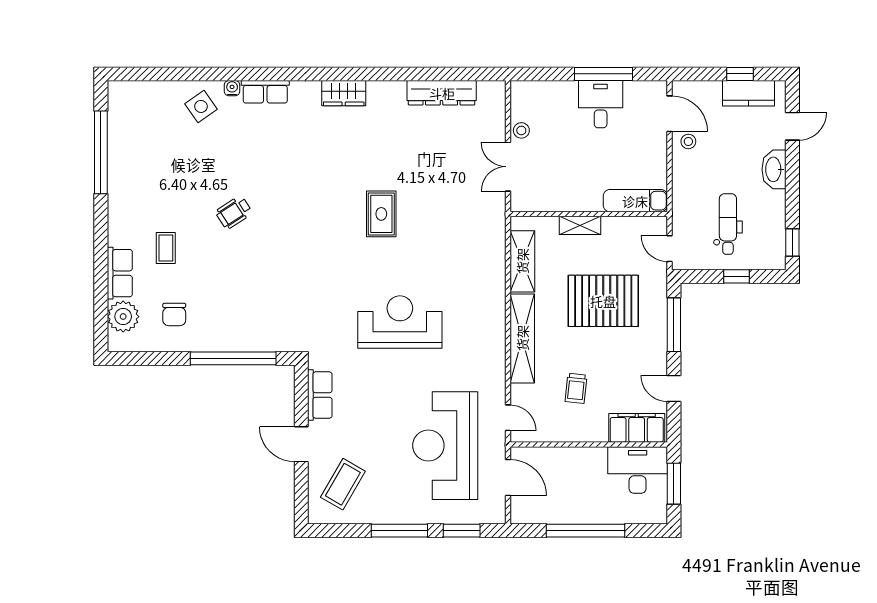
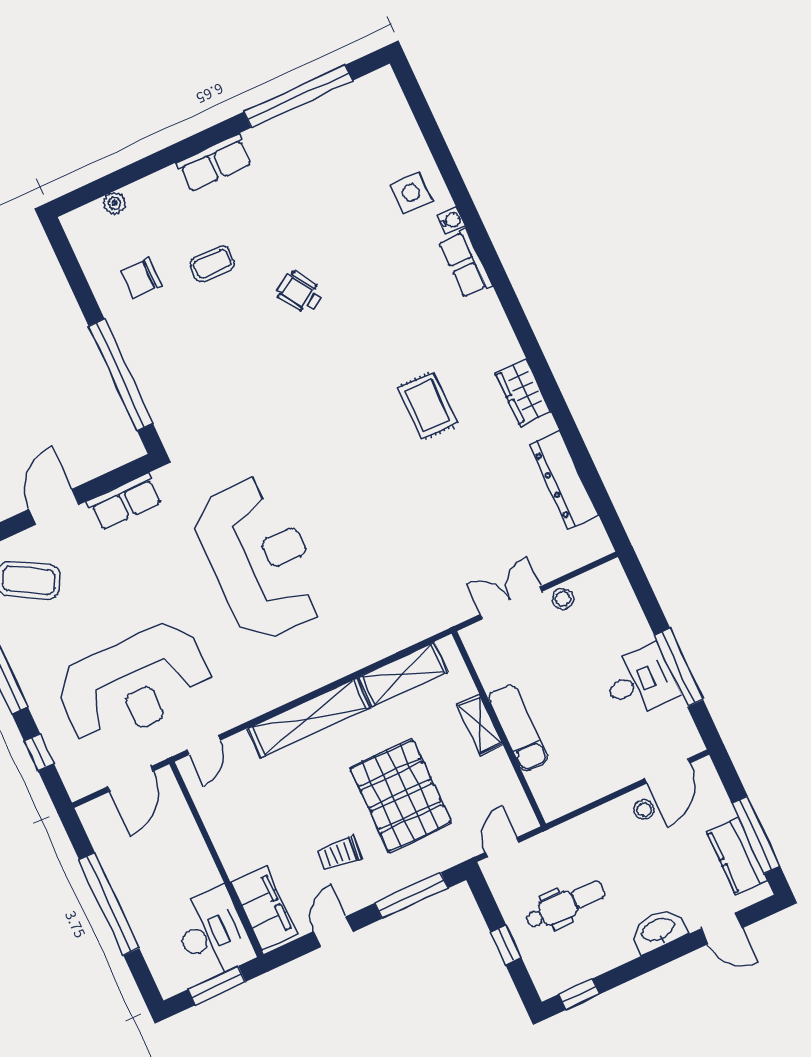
window: (740, 74) -> (756, 835), width x2.17
wardrobe: (344, 93) -> (523, 392), moved
side table: (201, 106) -> (411, 193), turned 35
exam couch: (635, 201) -> (518, 728), moved
rug: (381, 214) -> (427, 406), moved, turned 90
coffee table: (166, 248) -> (212, 264), moved
row of seats: (120, 273) -> (214, 163), moved
plant: (123, 317) -> (115, 203), width x0.53, depth x0.53
reception desk: (400, 322) -> (260, 558), width x1.36, depth x1.30
trolley: (576, 388) -> (339, 854), moved
reception desk: (445, 446) -> (134, 684), turned 180
window: (462, 531) -> (39, 752), width x0.67

